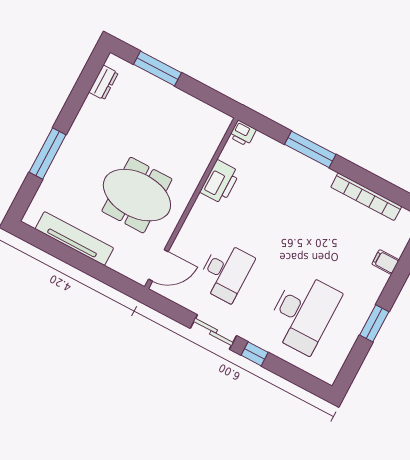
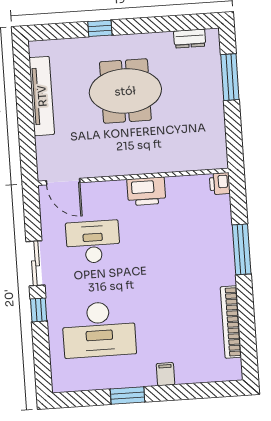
window: (48, 153) -> (100, 28), width x0.46
printer: (220, 182) -> (146, 191), moved
meeting table: (137, 195) -> (125, 91), moved, turned 90
filing cabinet: (385, 262) -> (165, 374), moved
desk: (225, 272) -> (93, 242), turned 180

